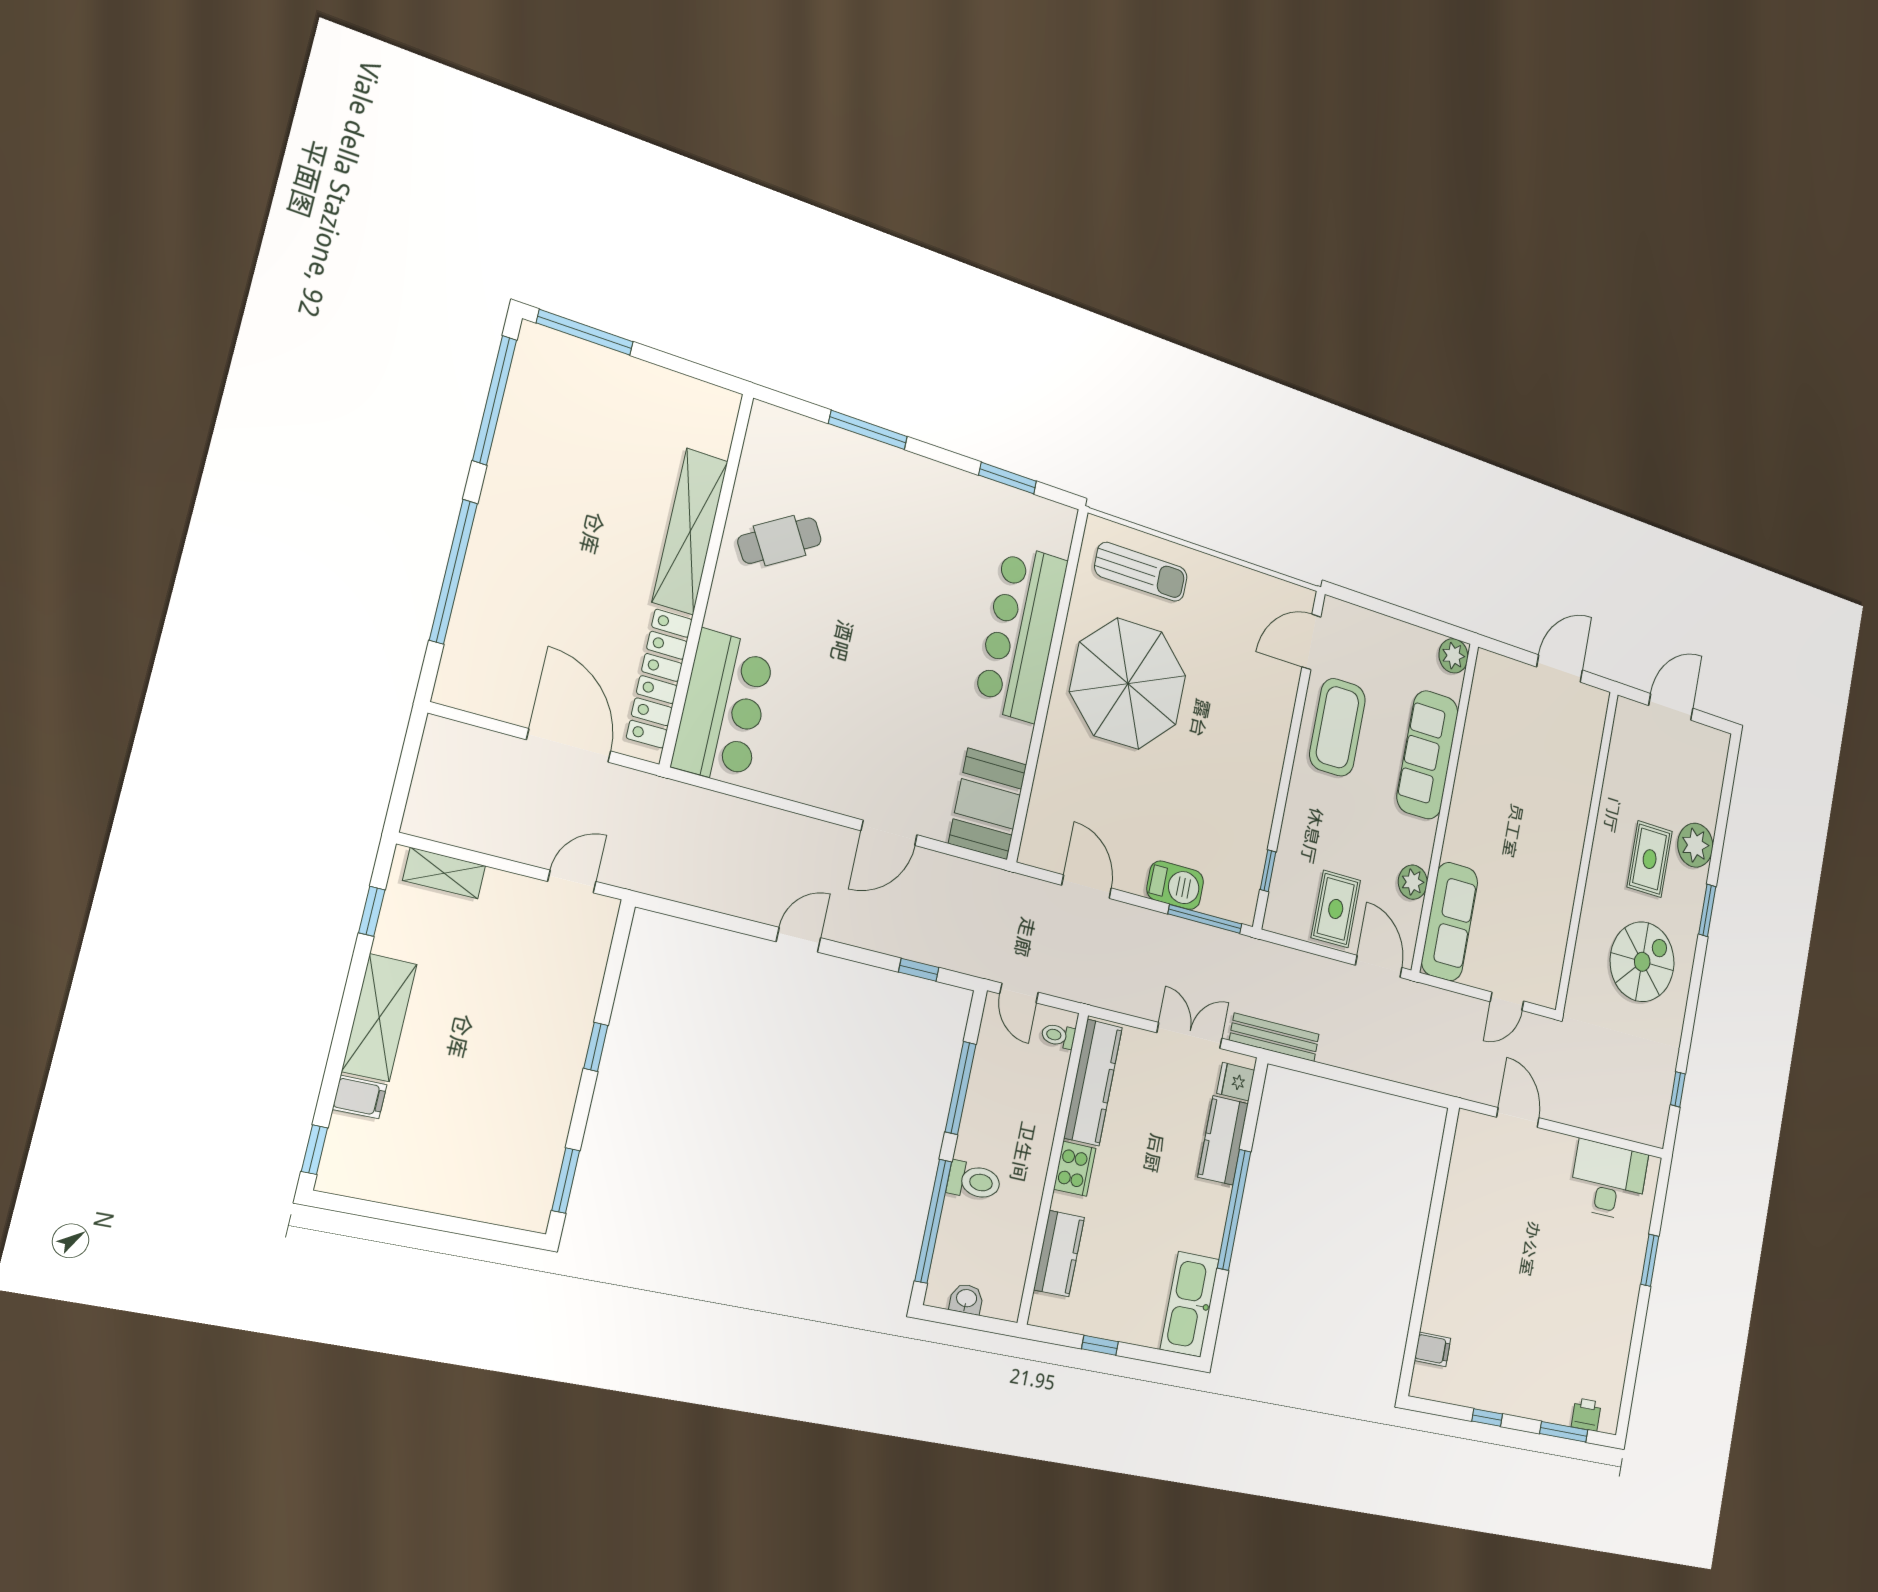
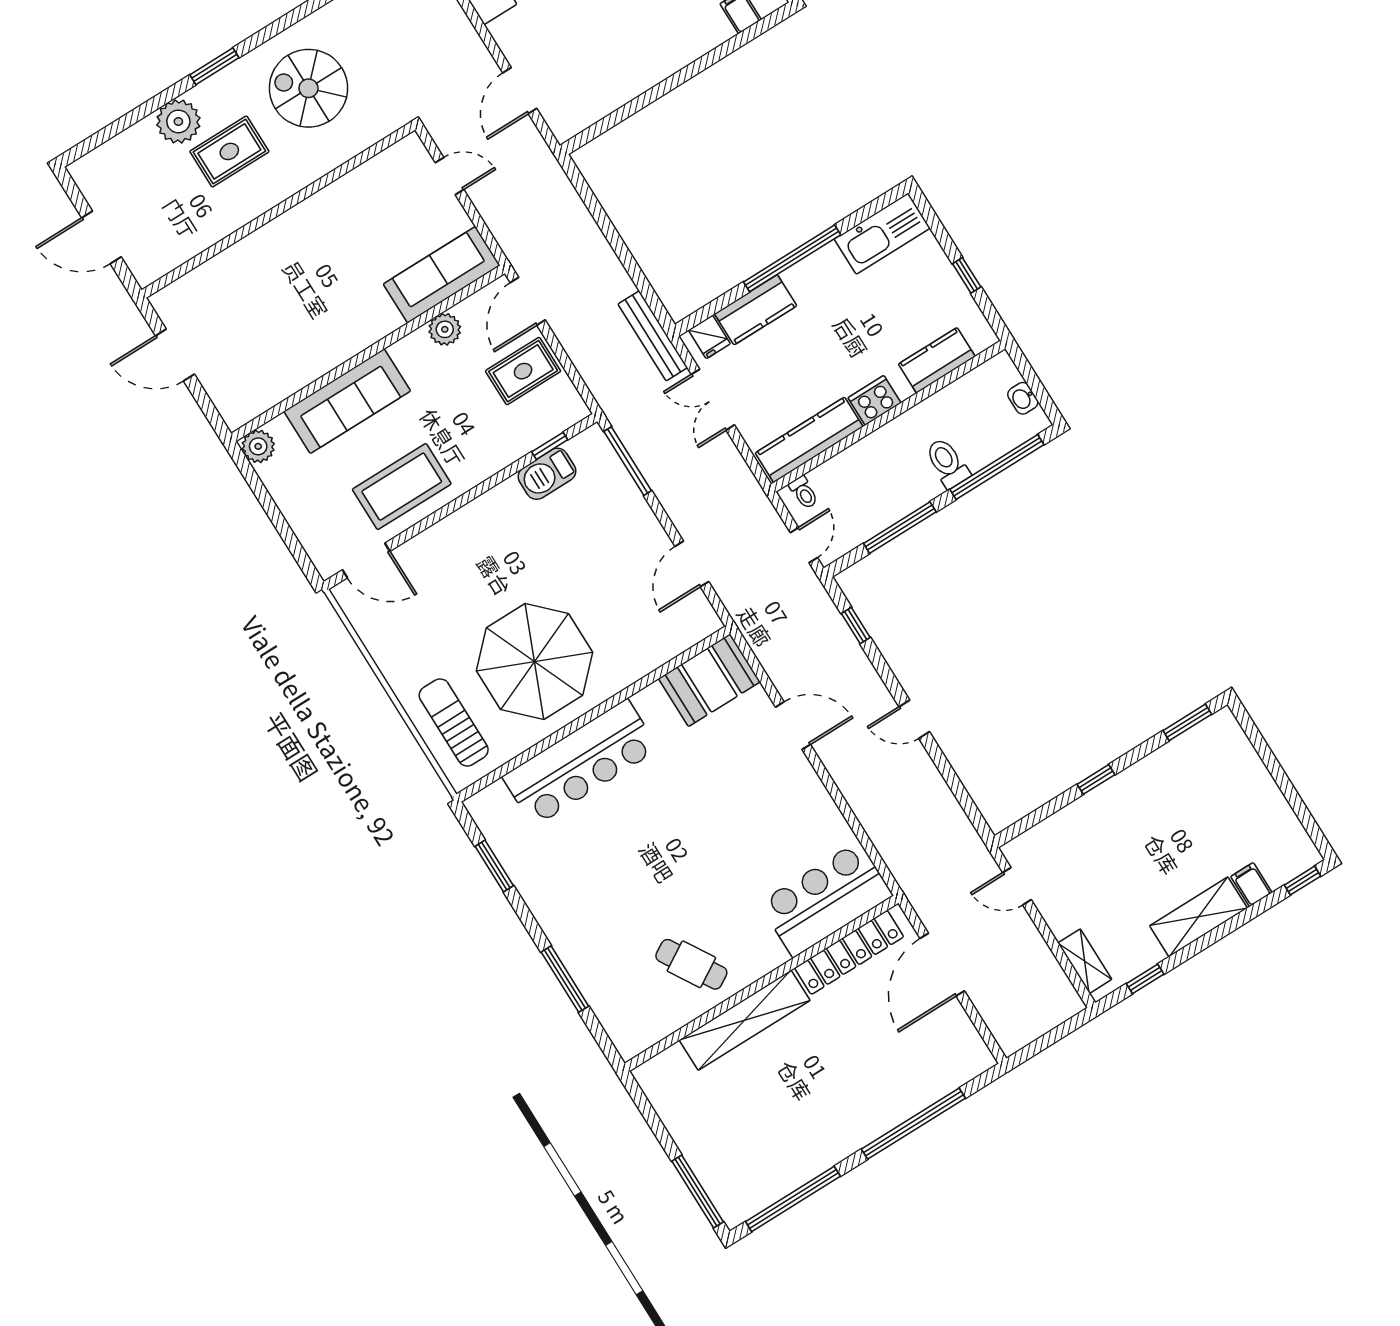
barbecue: (1175, 885) -> (547, 474), moved, turned -90

